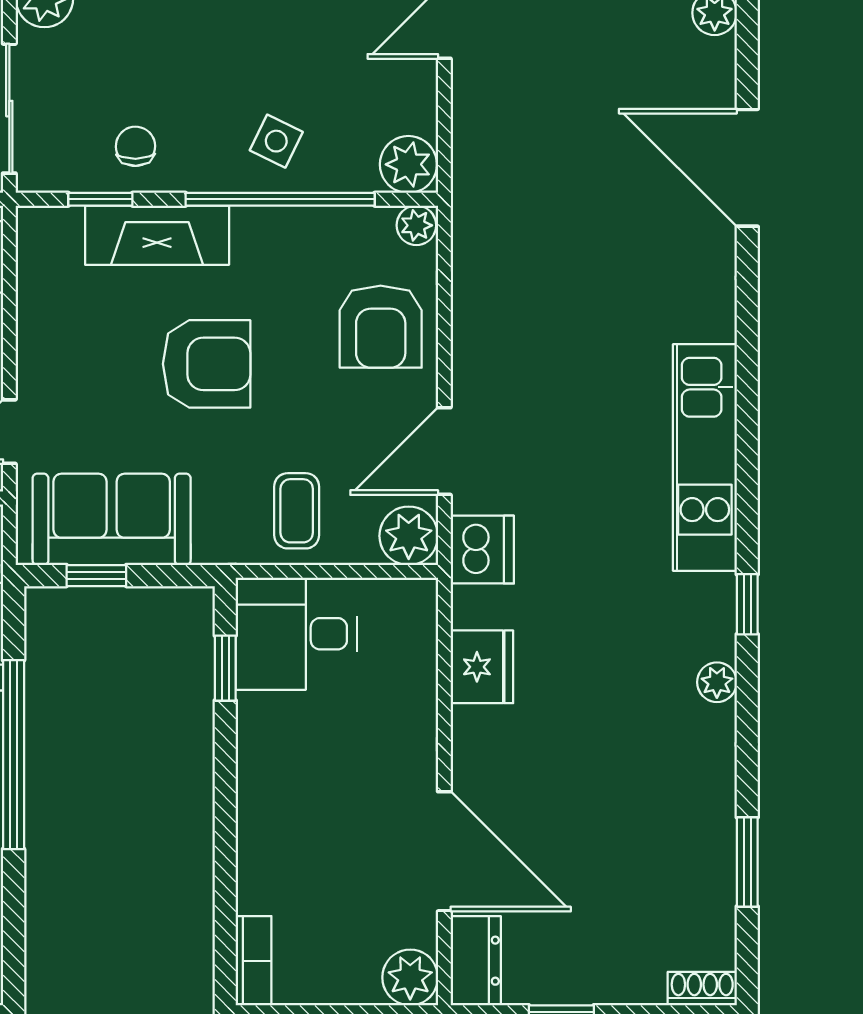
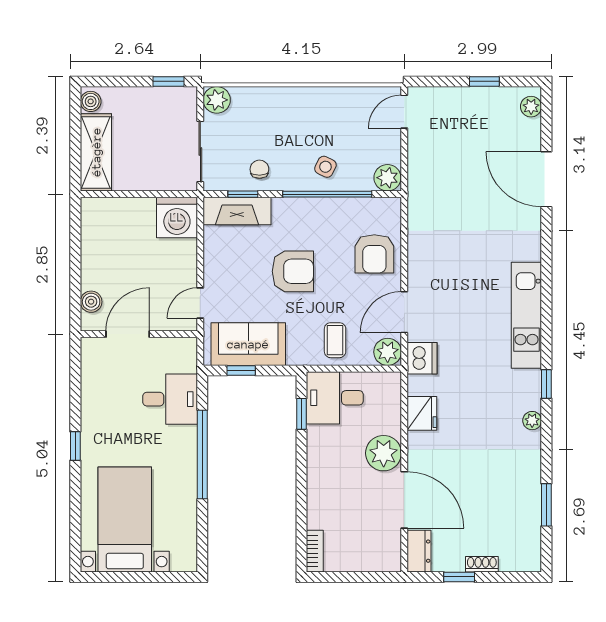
plant: (416, 225) -> (391, 206), removed
fireplace: (157, 235) -> (237, 211), moved
plant: (410, 977) -> (384, 453), moved, width x1.36, depth x1.36
shoe rack: (702, 989) -> (482, 564), moved

